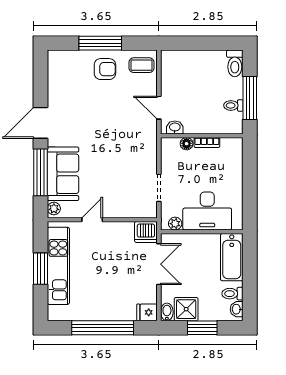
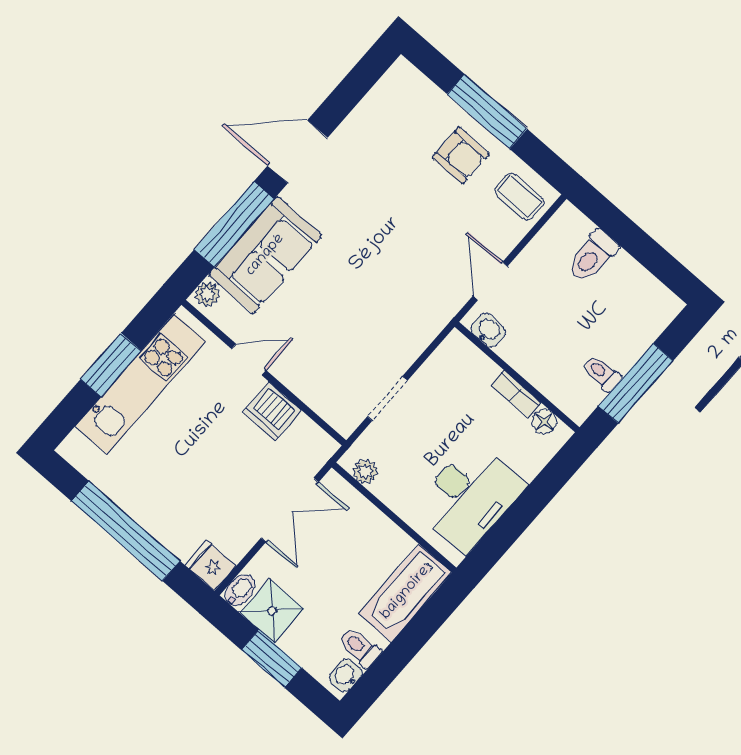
toilet: (235, 63) -> (593, 256), moved
floor lamp: (187, 144) -> (544, 422), moved
desk: (207, 211) -> (470, 497), moved, turned -90
dishwasher: (146, 232) -> (272, 411), moved

